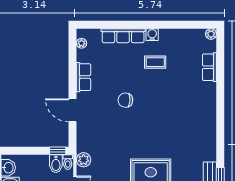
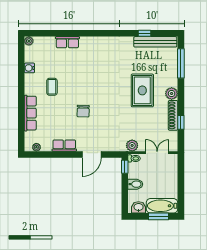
water cooler: (152, 35) -> (29, 68), moved
row of seats: (209, 67) -> (67, 42), moved
bidet: (56, 164) -> (135, 184), moved

